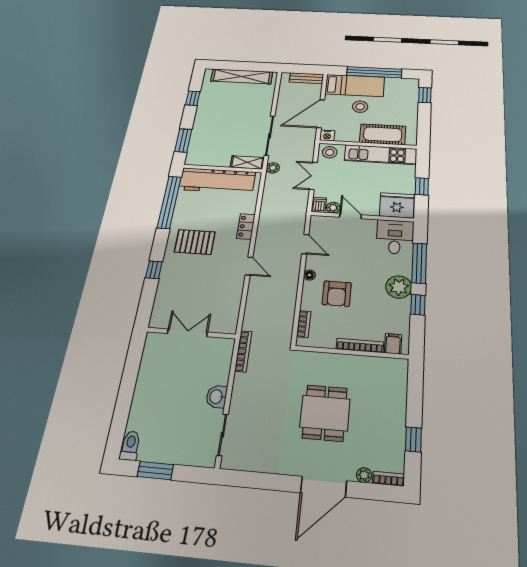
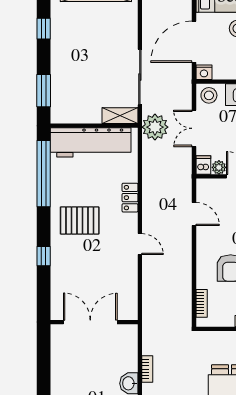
plant: (273, 168) -> (155, 127), width x1.87, depth x1.87
floor lamp: (309, 275) -> (202, 249), removed
double door: (187, 333) -> (90, 322), width x1.37
bookcase: (243, 351) -> (147, 369), moved, width x0.64

